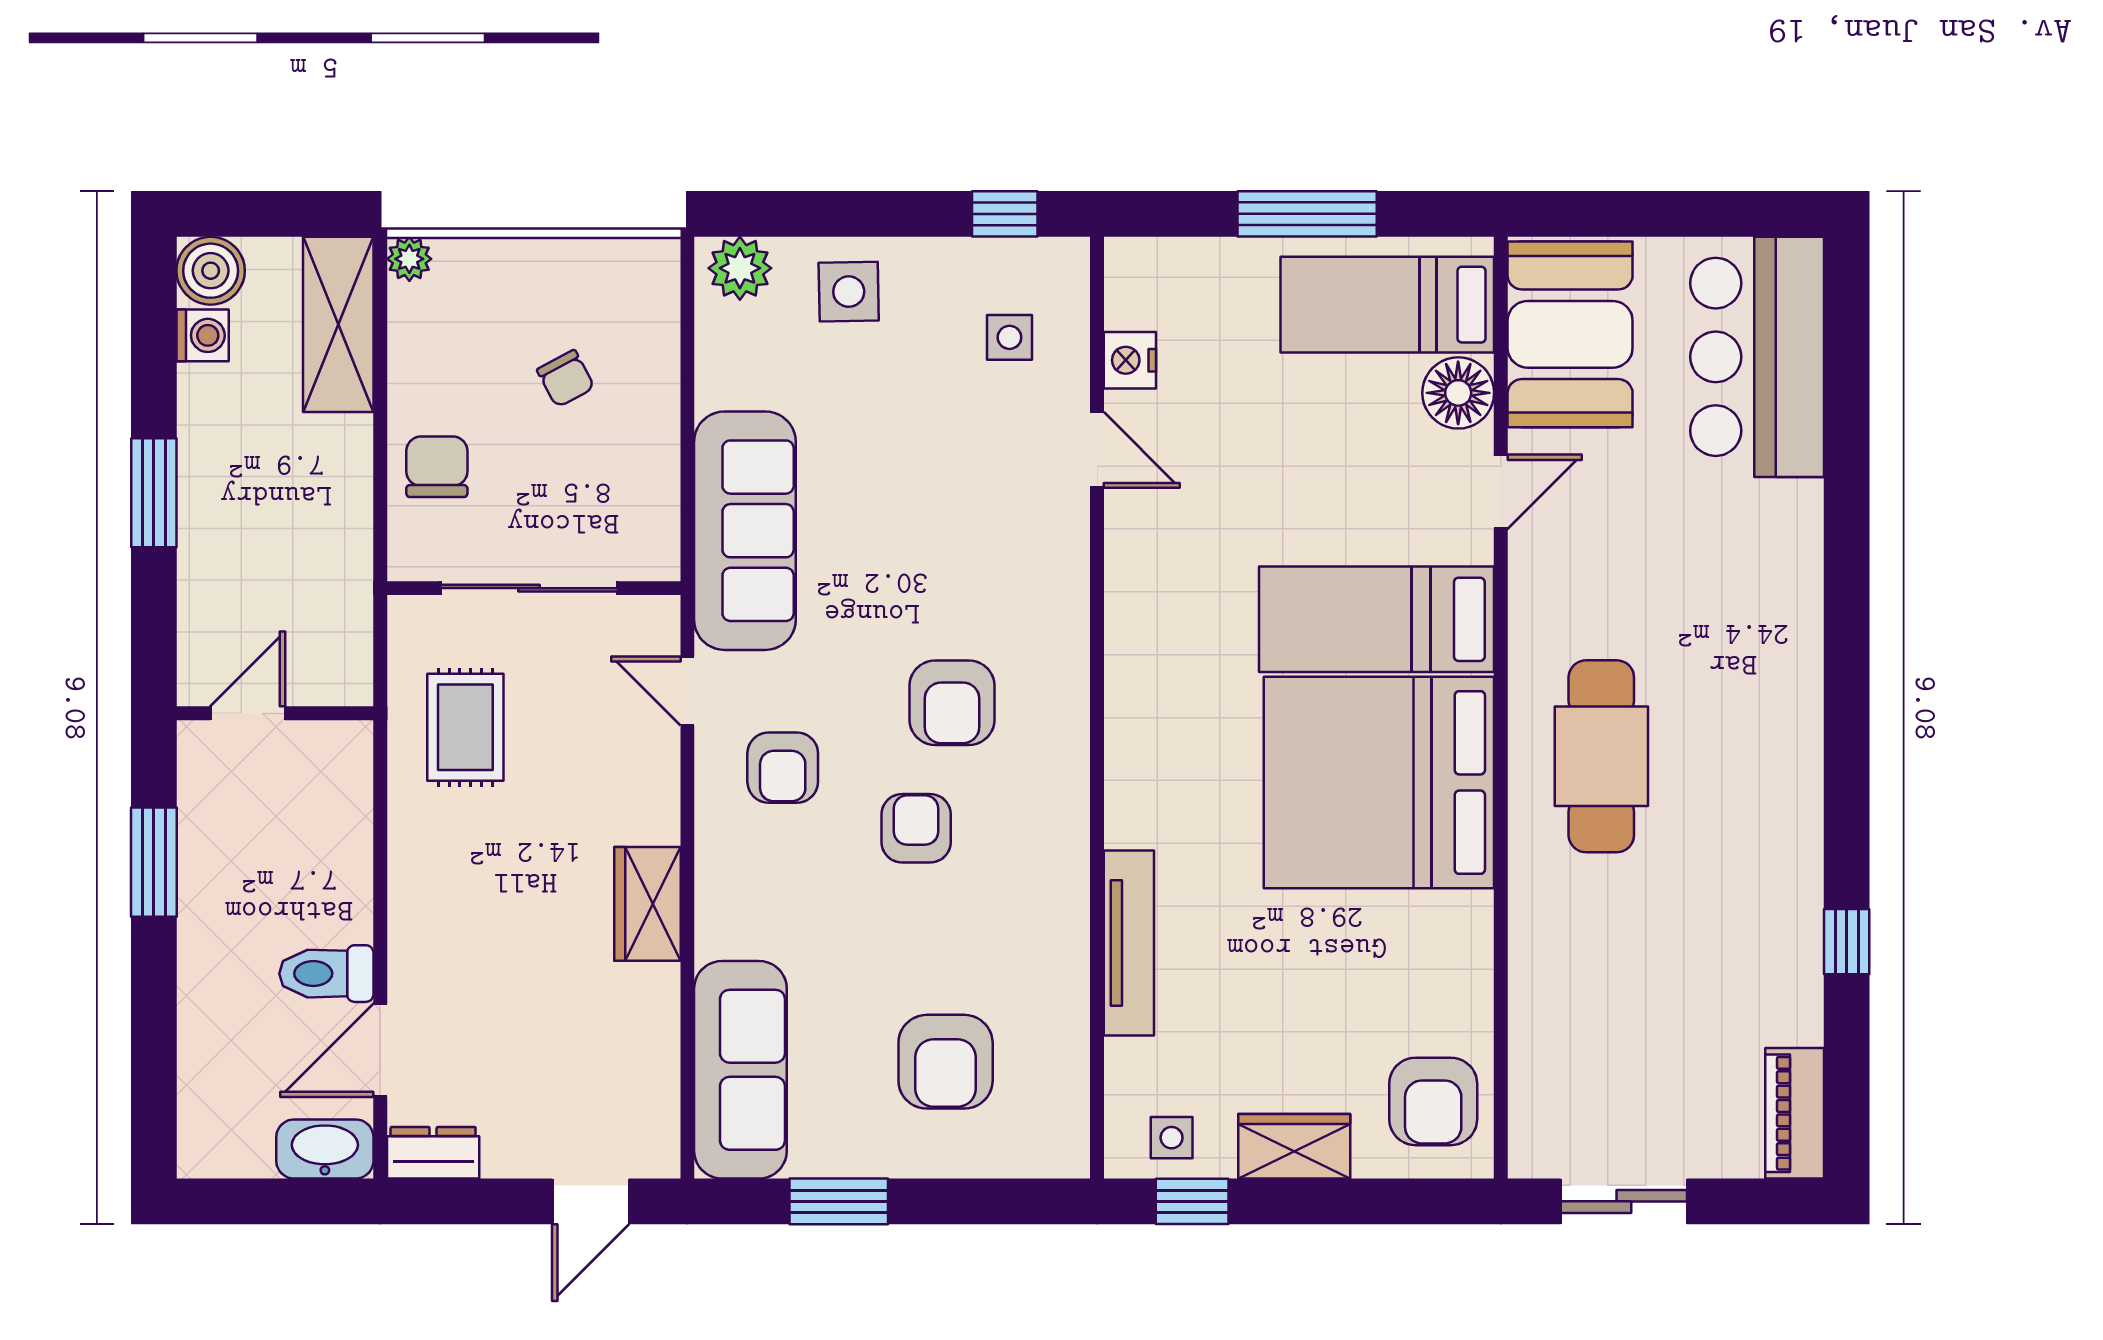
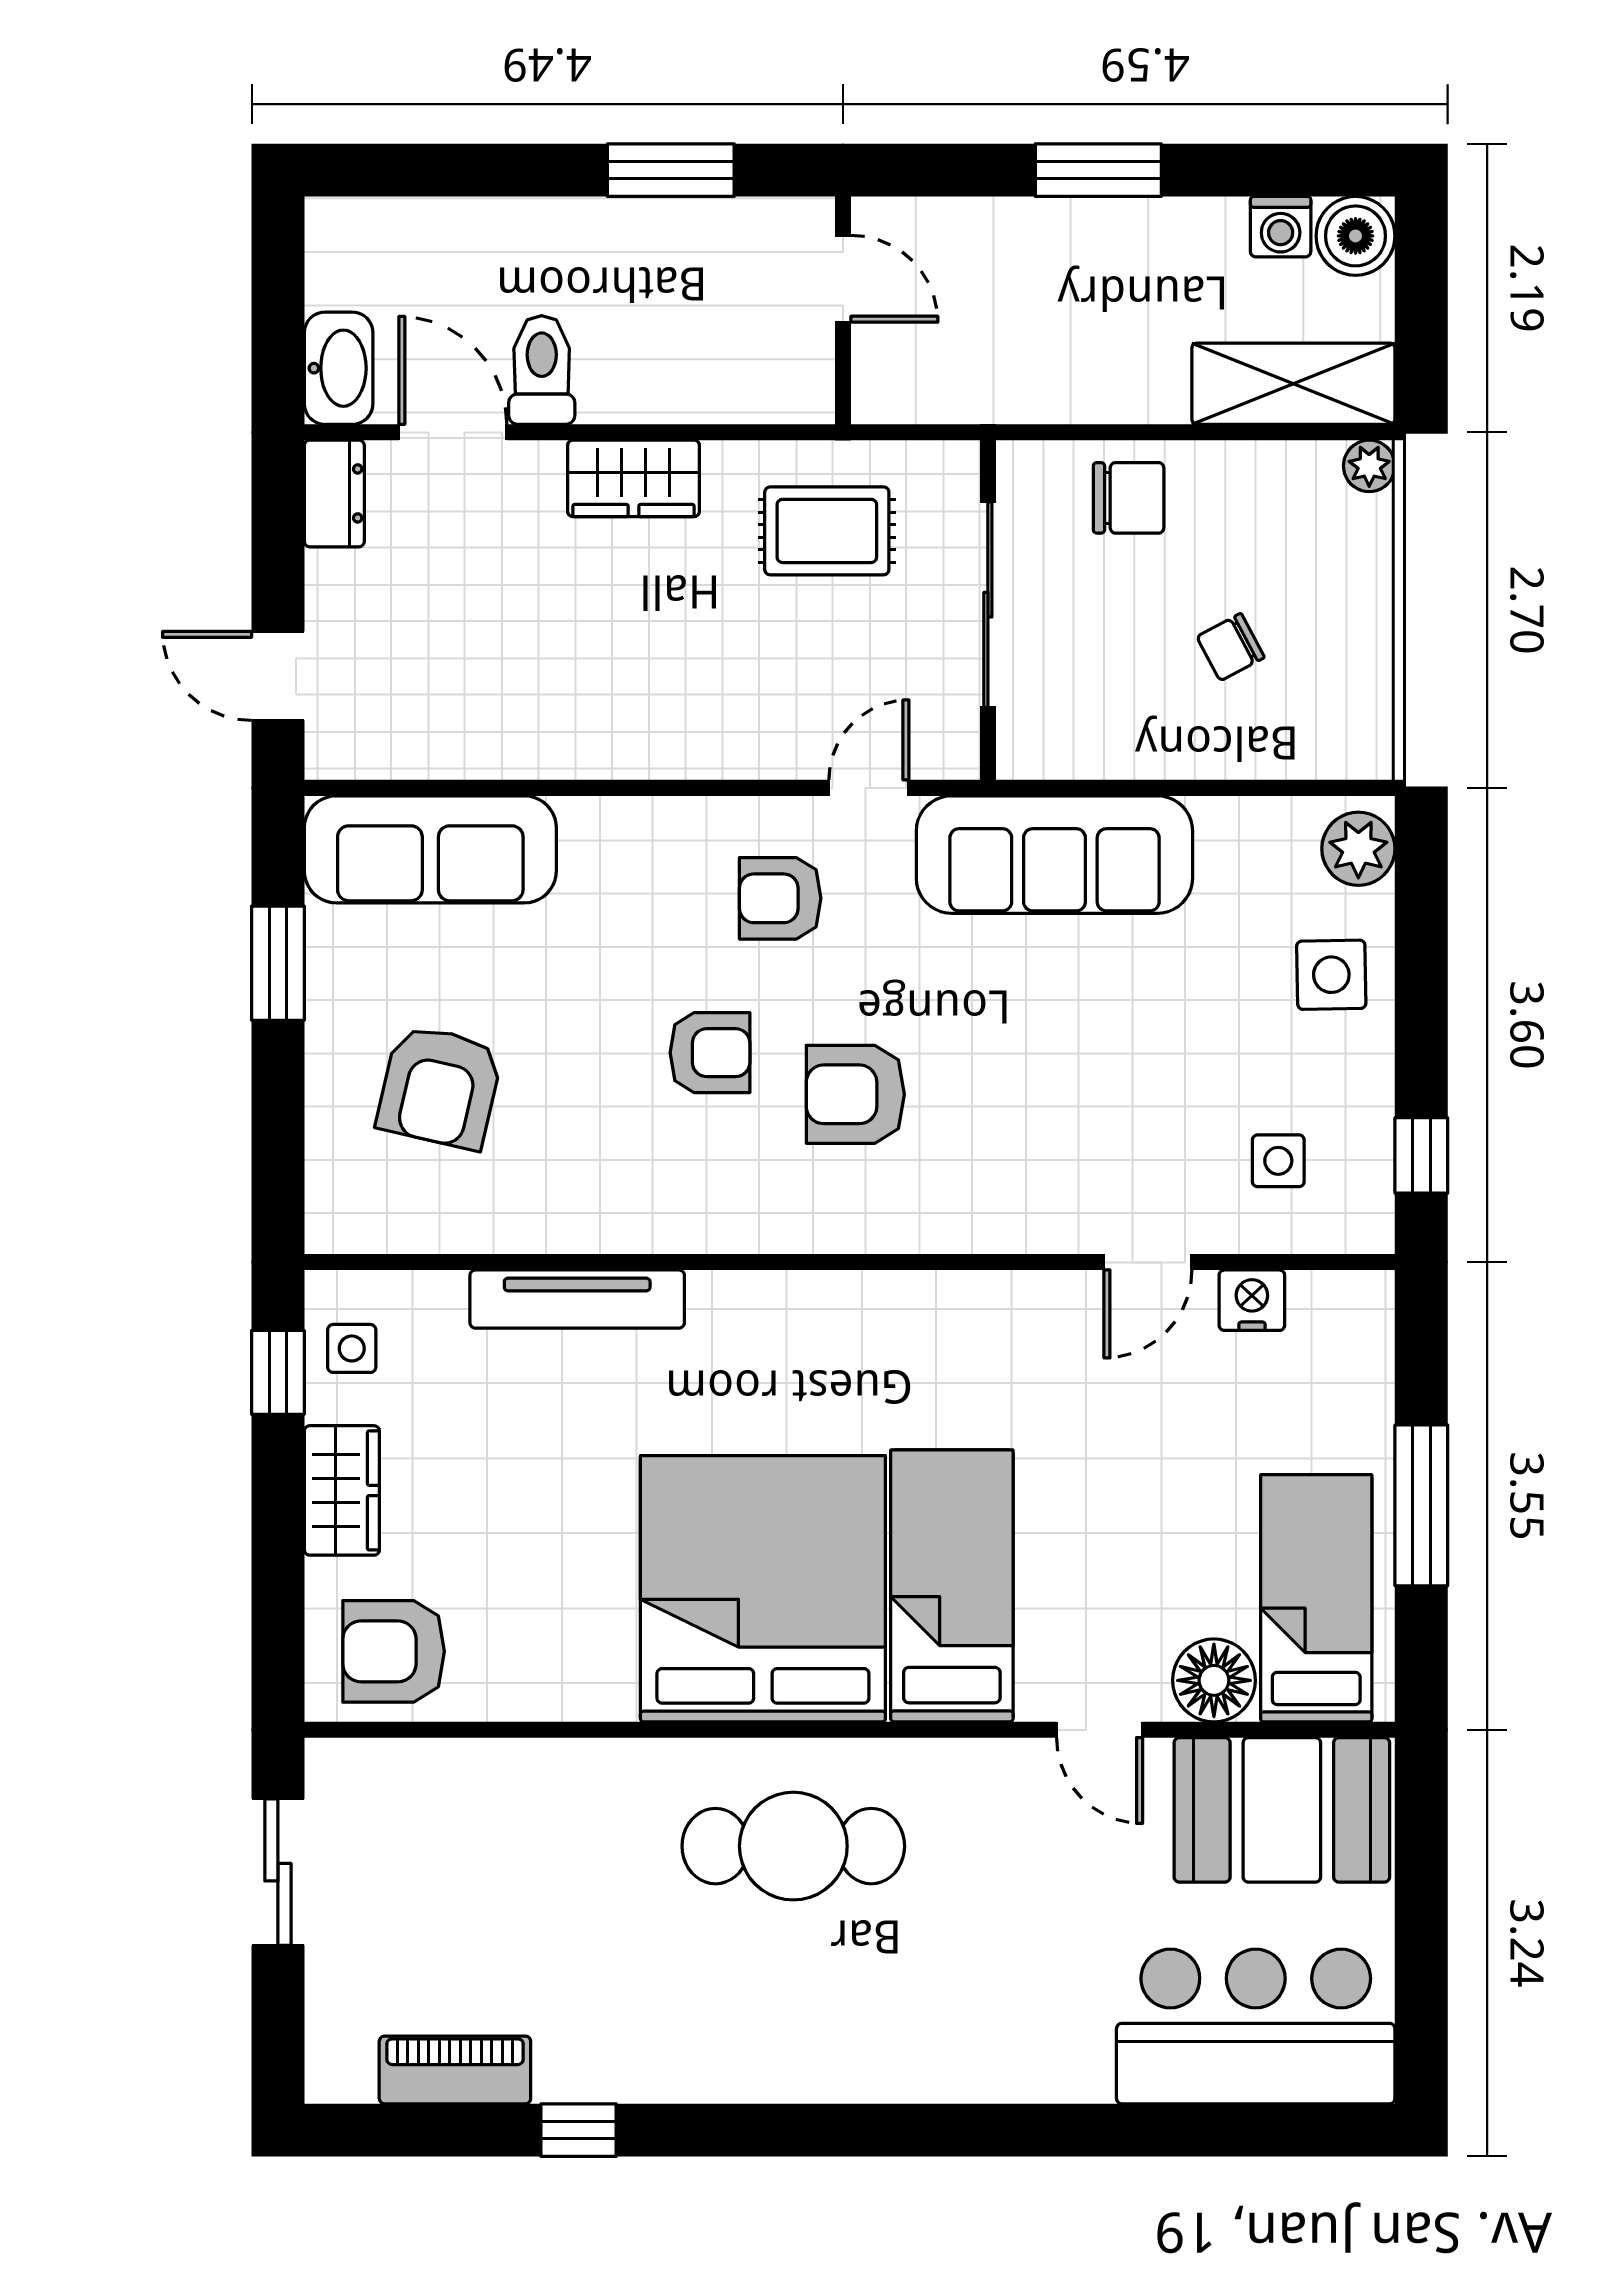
wardrobe: (648, 904) -> (634, 478), moved, turned 180
armchair: (946, 1062) -> (440, 1087), turned -77
piano: (1795, 1113) -> (455, 2070), moved

